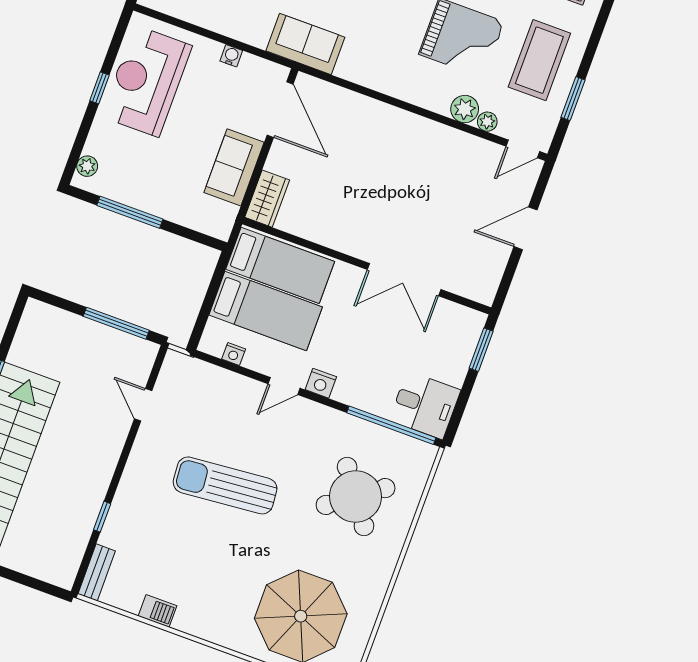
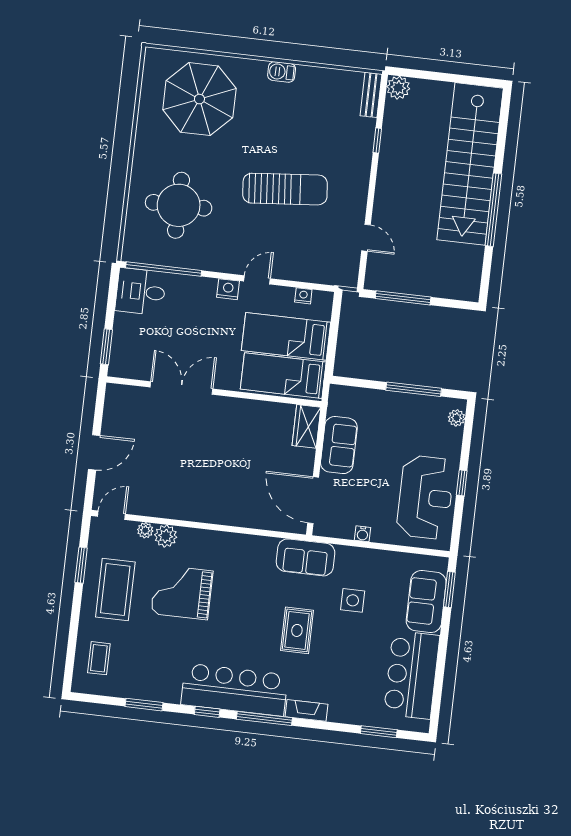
round table: (356, 497) -> (179, 205), turned 36
plant: (62, 573) -> (398, 88), added
barbecue: (158, 611) -> (282, 72), moved

